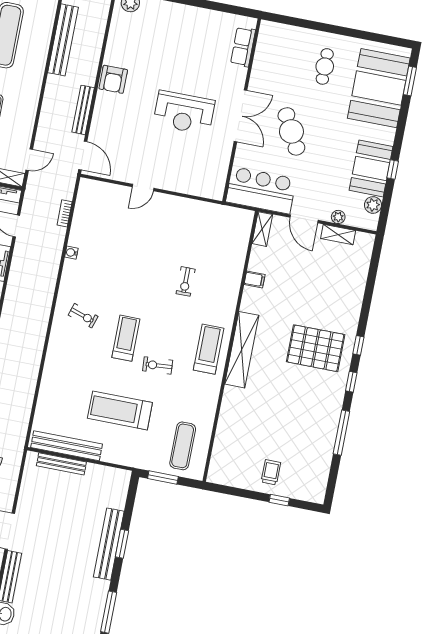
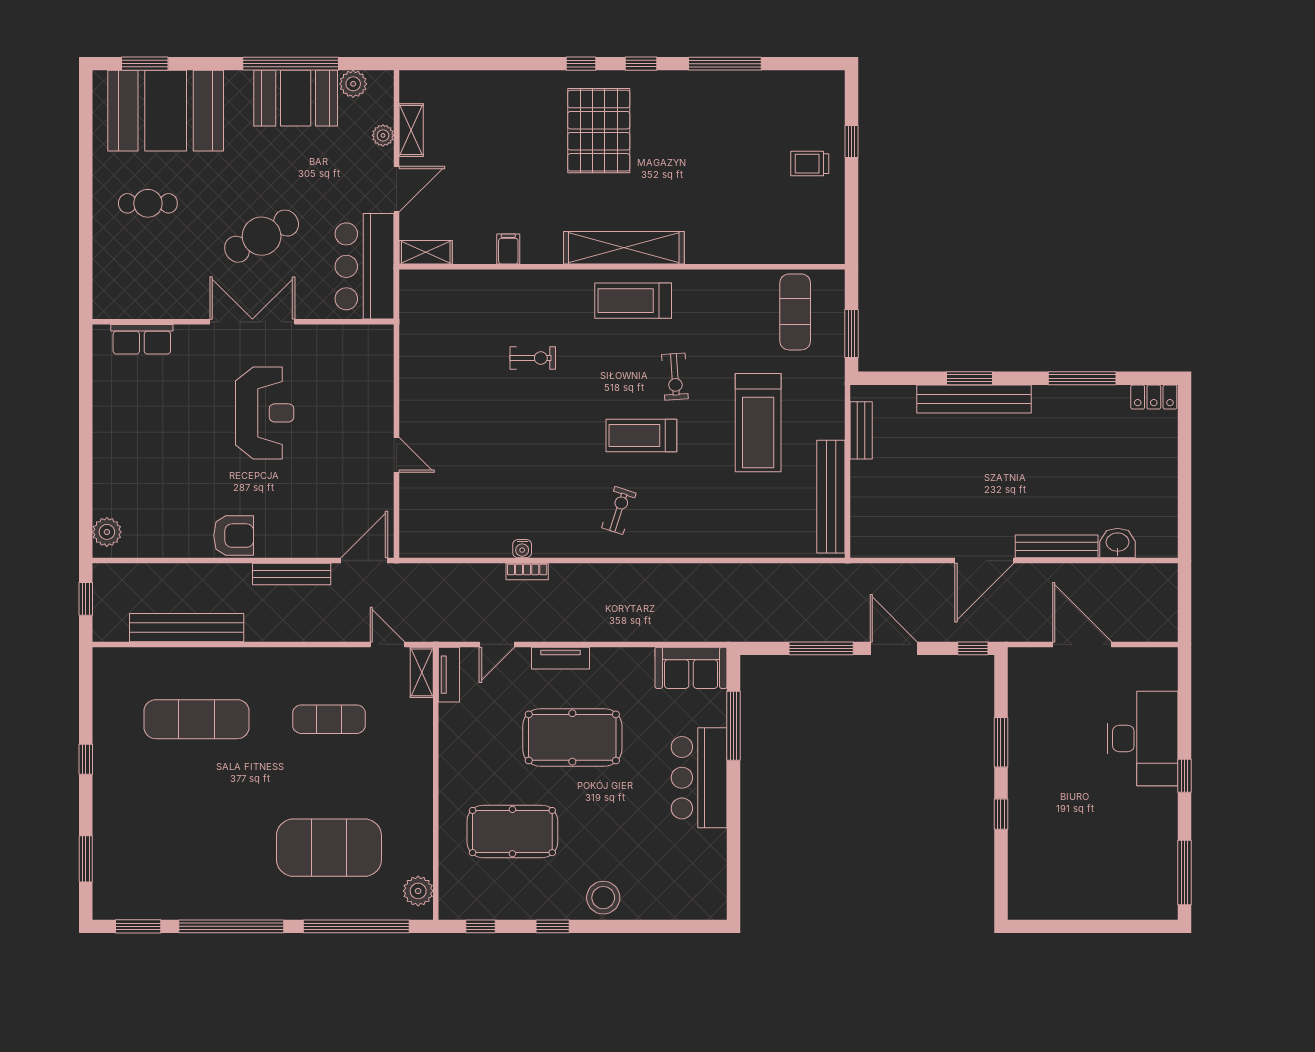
window: (393, 169) -> (291, 64), width x3.17
bookcase: (65, 213) -> (527, 572), moved
exercise mat: (183, 446) -> (795, 312), turned 90
bench: (61, 464) -> (861, 430), moved, width x0.73

